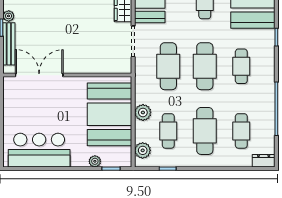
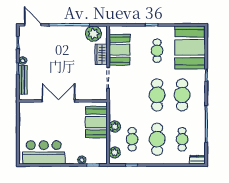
cafe table: (168, 66) -> (132, 95), removed
cafe table: (241, 66) -> (182, 95), width x1.37, depth x1.35
double door: (39, 75) -> (59, 101), moved
booth: (110, 114) -> (96, 122), width x0.73, depth x0.70

